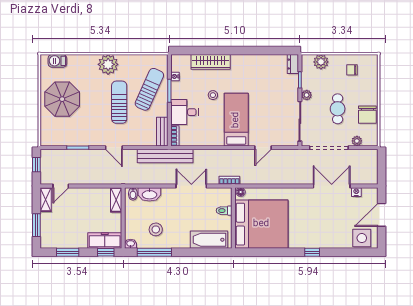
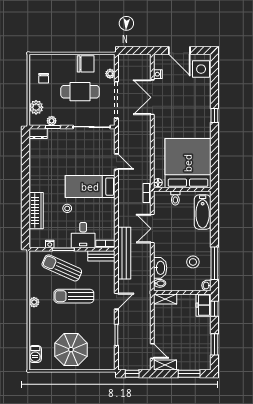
plant: (108, 64) -> (34, 302), width x0.53, depth x0.53
plant: (307, 95) -> (52, 121), moved
cafe table: (338, 109) -> (80, 92), width x1.37, depth x1.35
freezer: (105, 241) -> (203, 305), width x0.71

